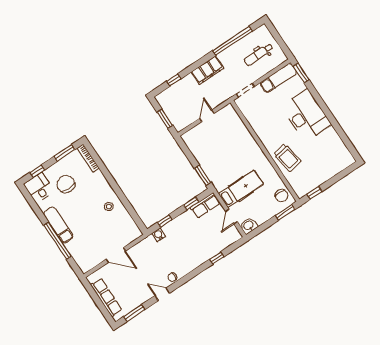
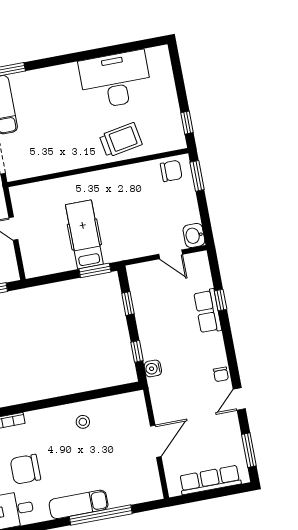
desk: (306, 116) -> (115, 80), moved
hospital bed: (241, 189) -> (84, 234), moved
row of seats: (205, 206) -> (208, 311), moved, turned 180

